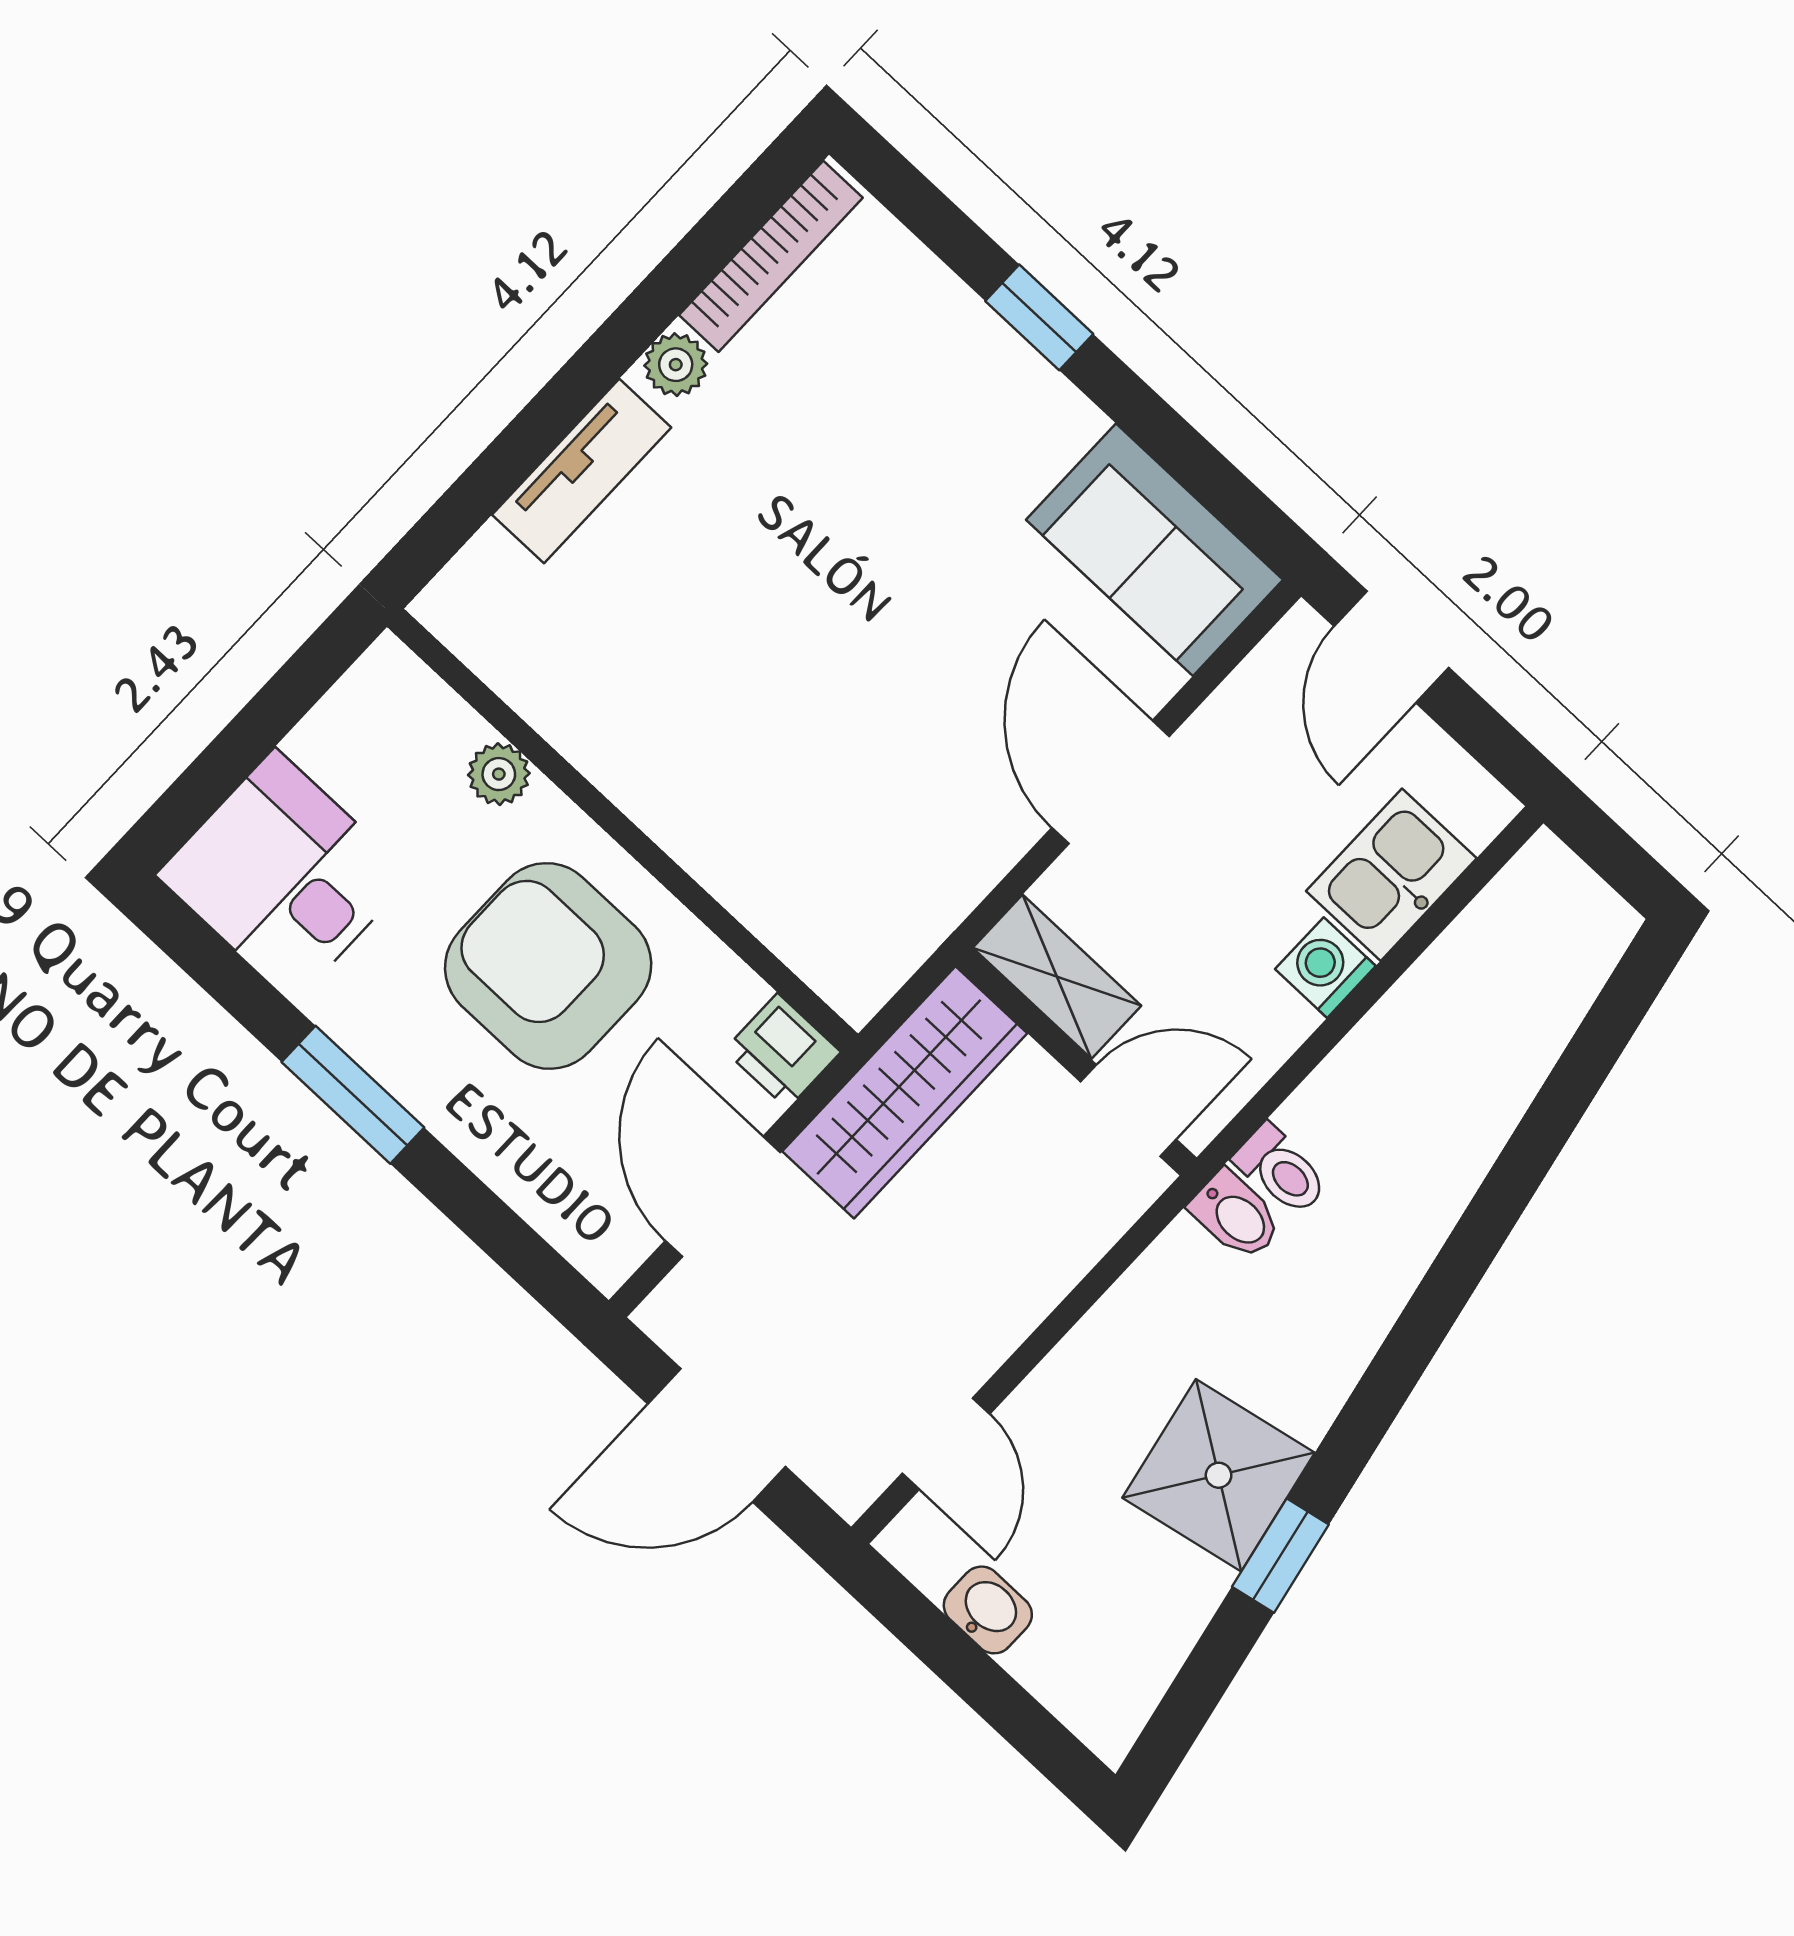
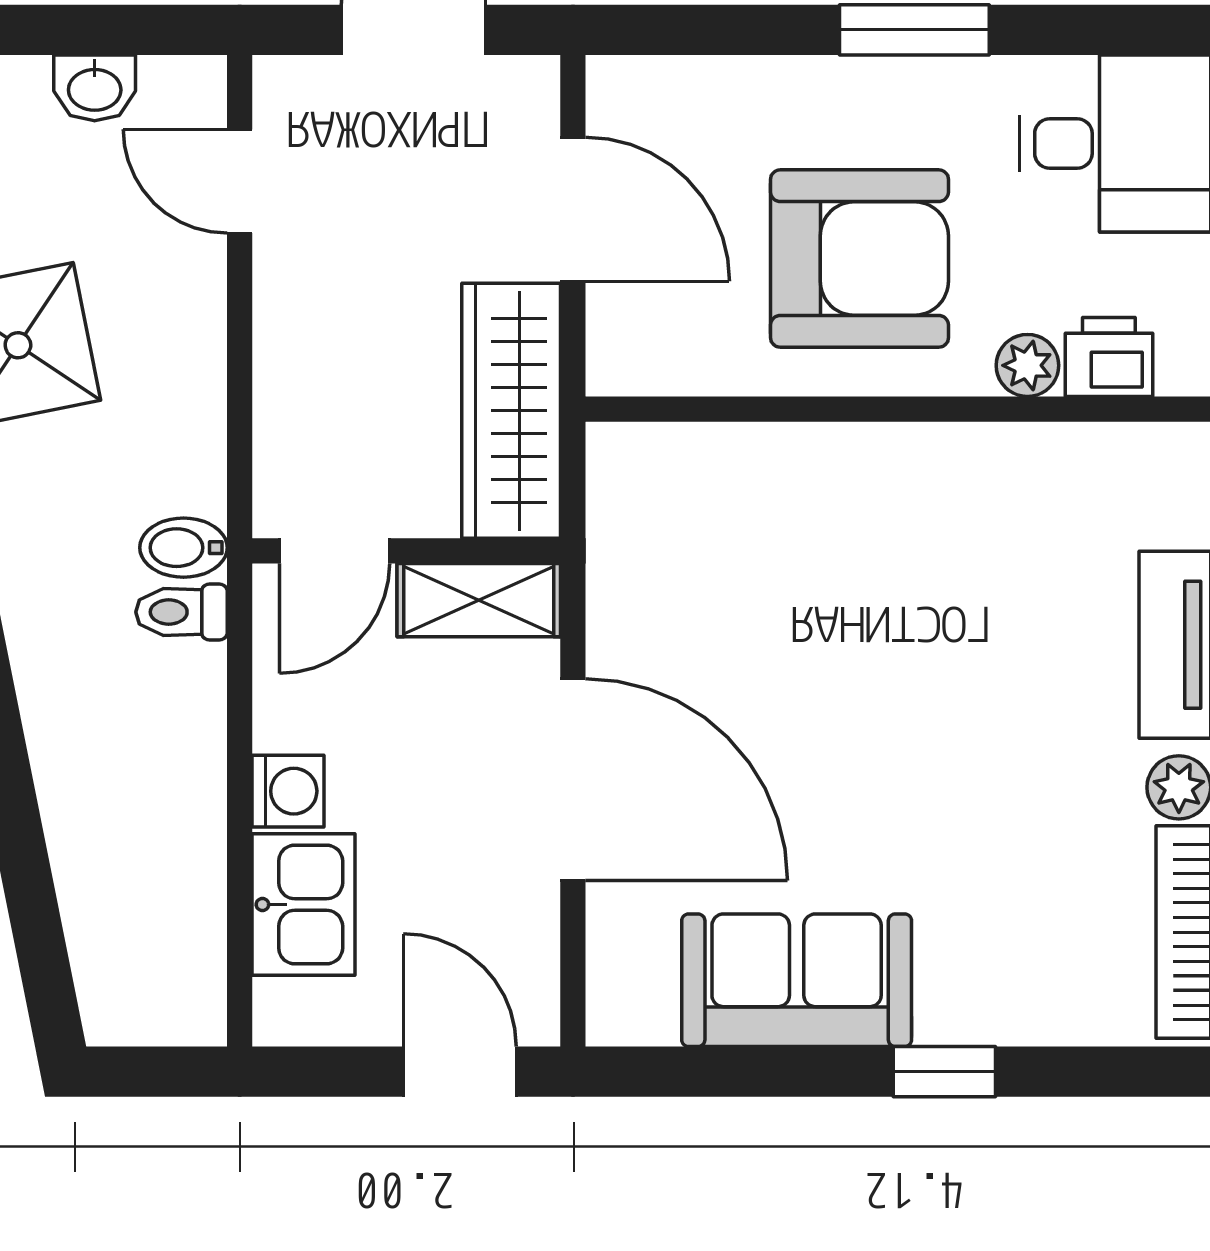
sofa: (1155, 550) -> (797, 980), moved
door: (1111, 782) -> (573, 780), width x1.36
printer: (782, 1051) -> (1109, 357), moved

